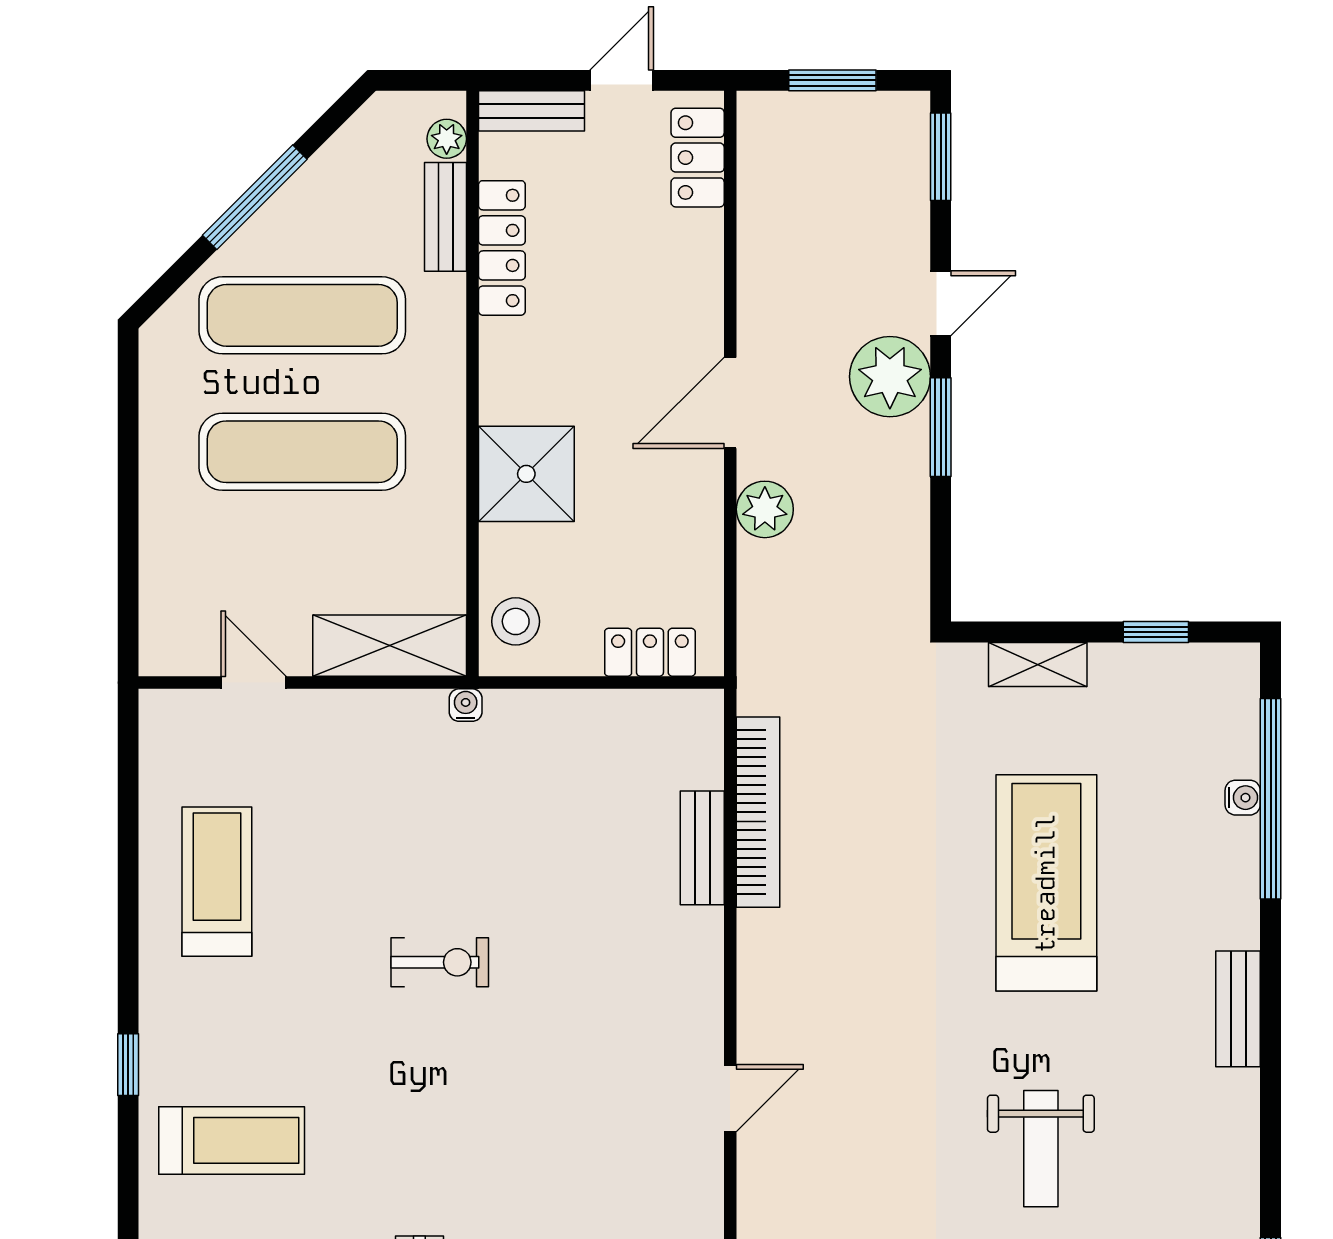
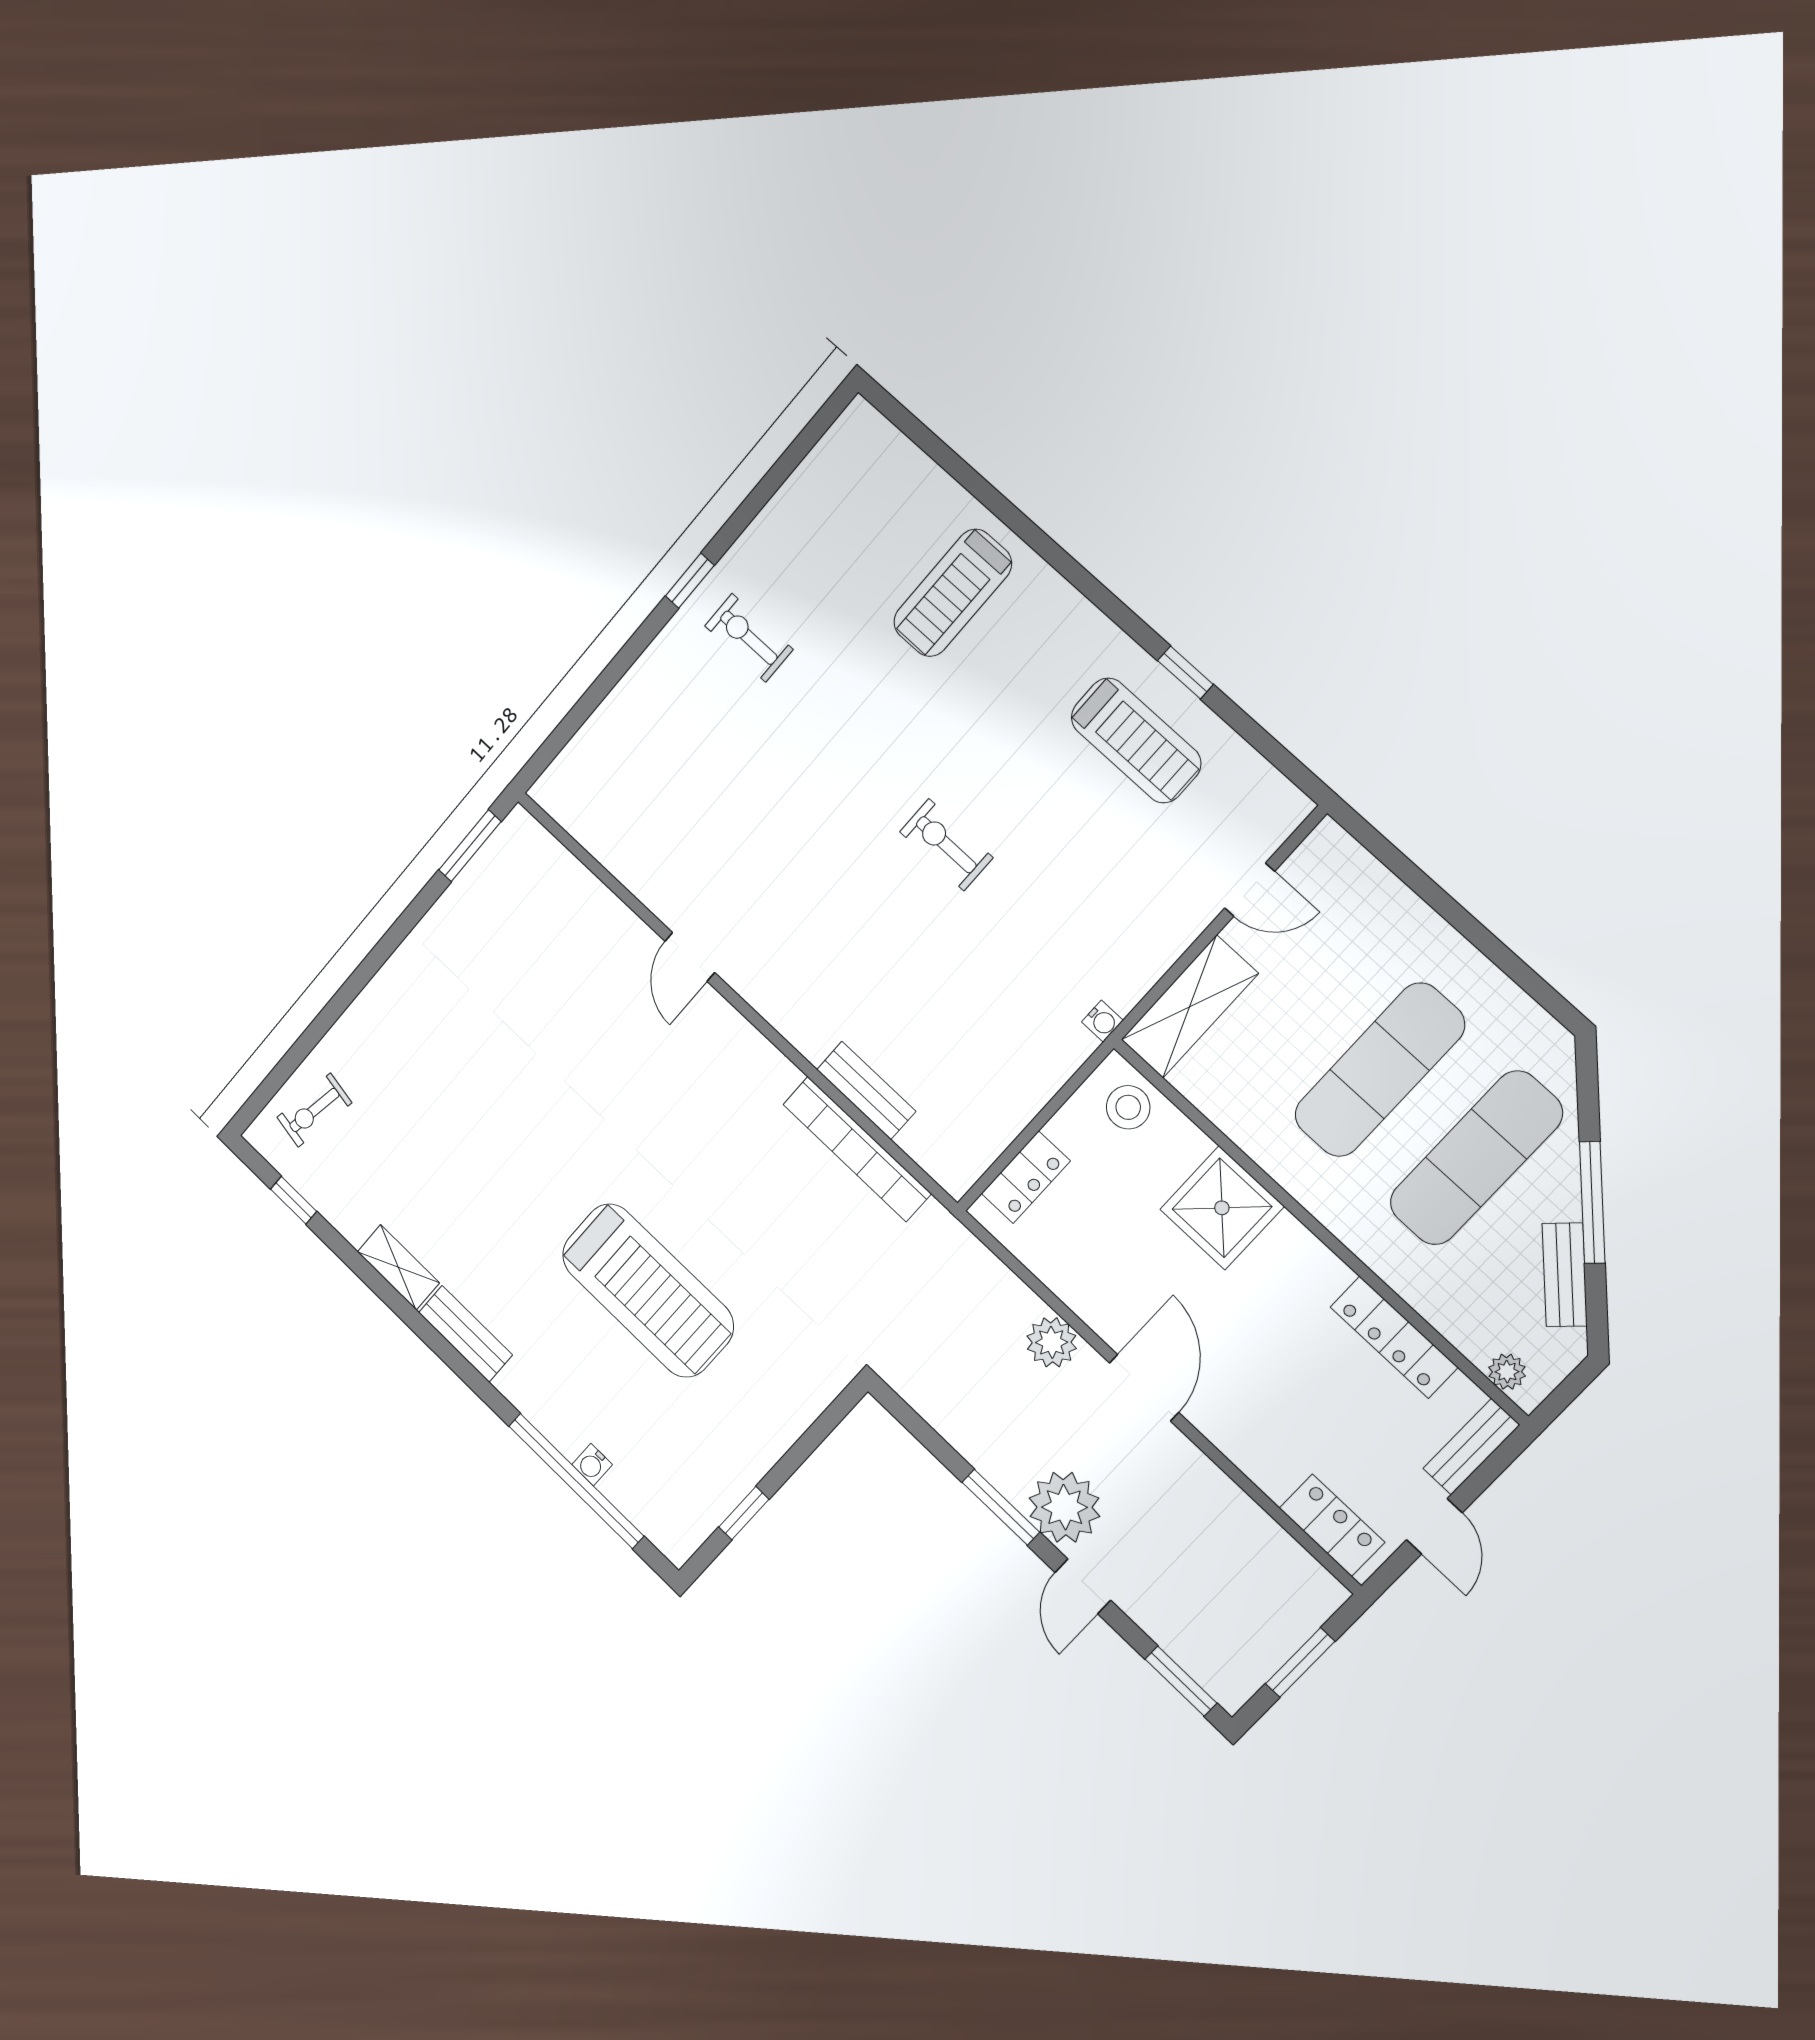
bench: (445, 217) -> (1565, 1275), moved, turned 45
shelving: (1038, 664) -> (398, 1267), moved, turned 90
exercise bike: (440, 962) -> (946, 845), turned 90
window: (128, 1065) -> (1185, 672), moved
weight bench: (1041, 1149) -> (487, 1127), removed

